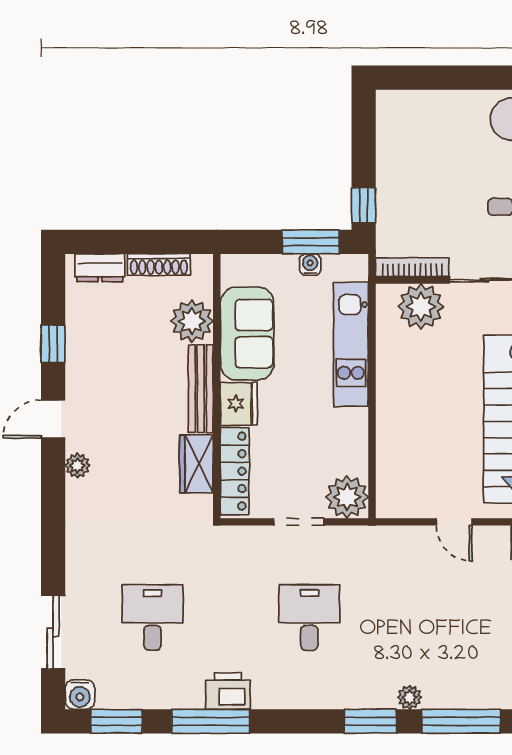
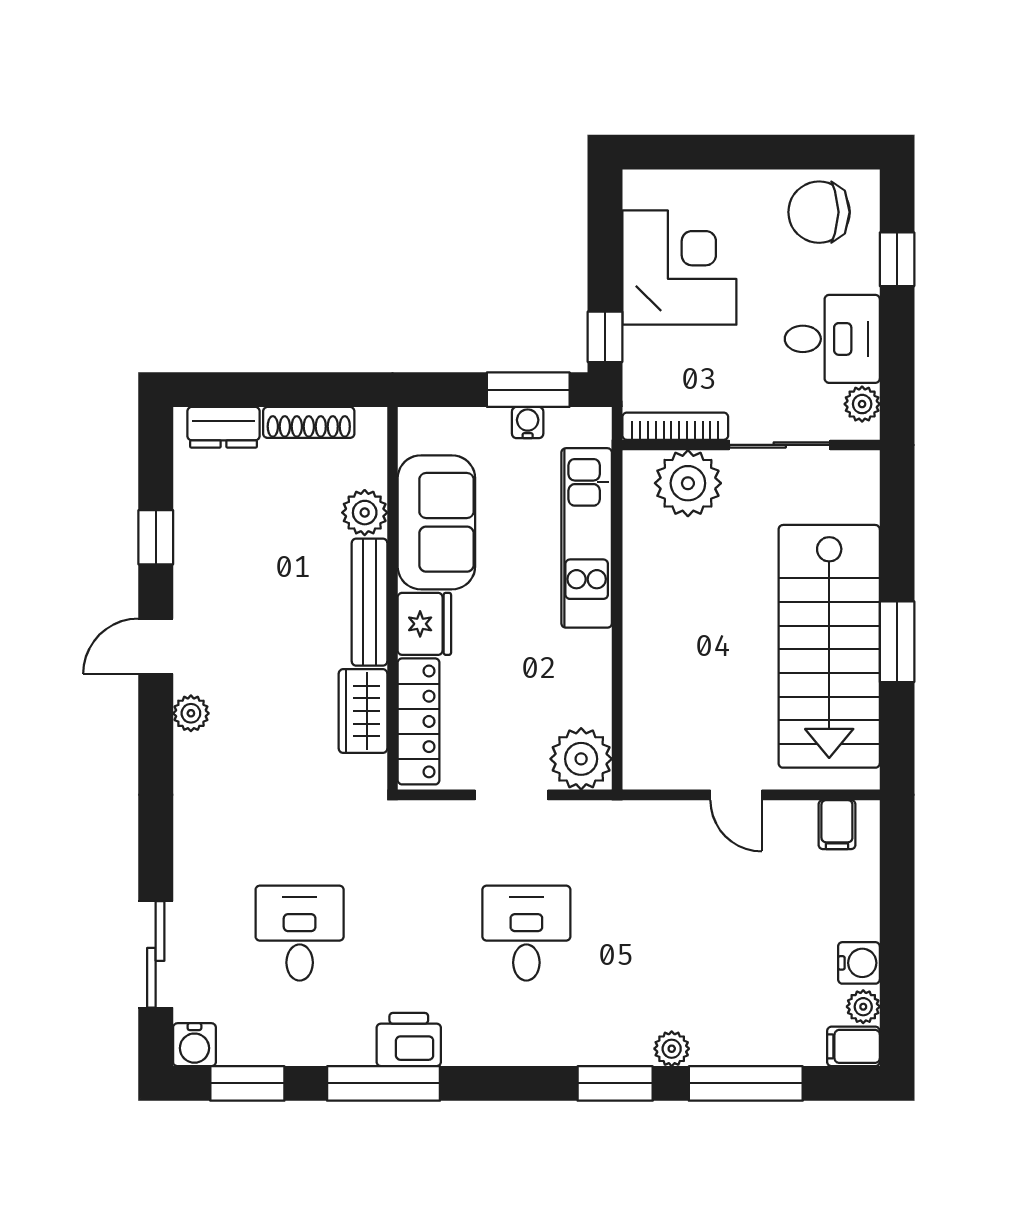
corner desk: (415, 157) -> (679, 268), added
plant: (192, 321) -> (365, 513), width x0.73, depth x0.73

